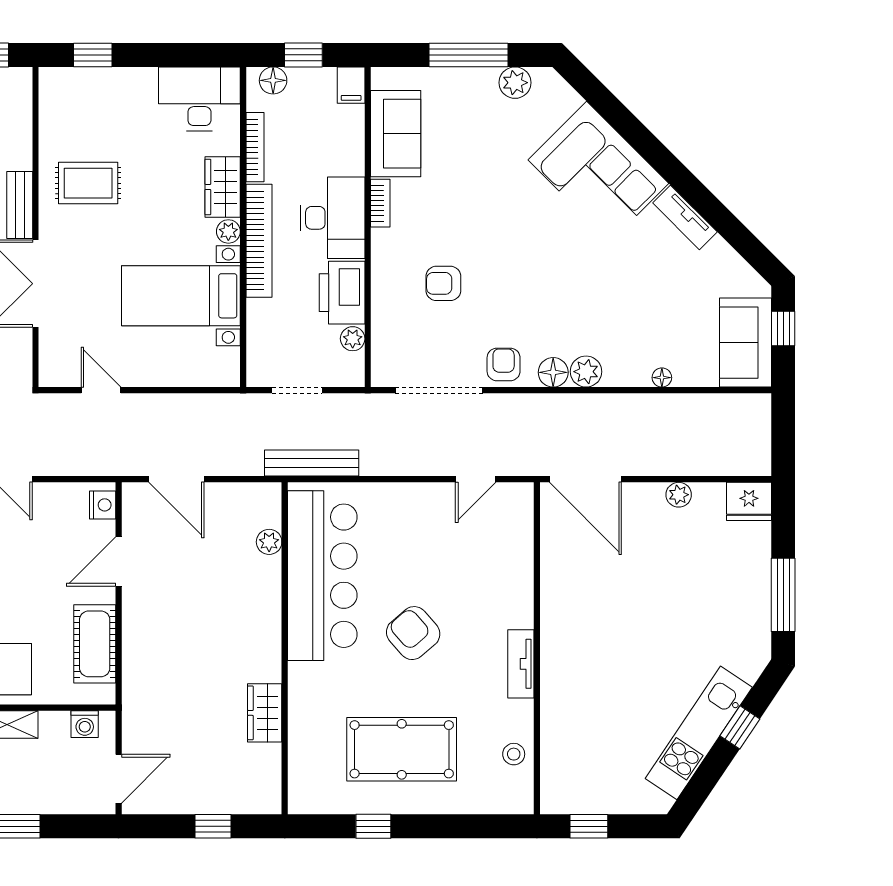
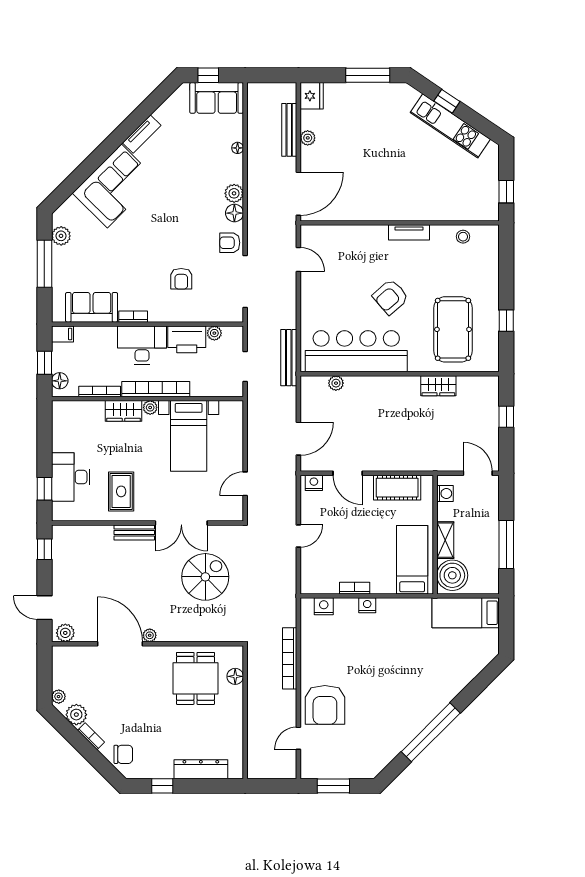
desk: (199, 99) -> (71, 477), moved
bench: (692, 464) -> (289, 130), added
pool table: (402, 749) -> (453, 329), moved

